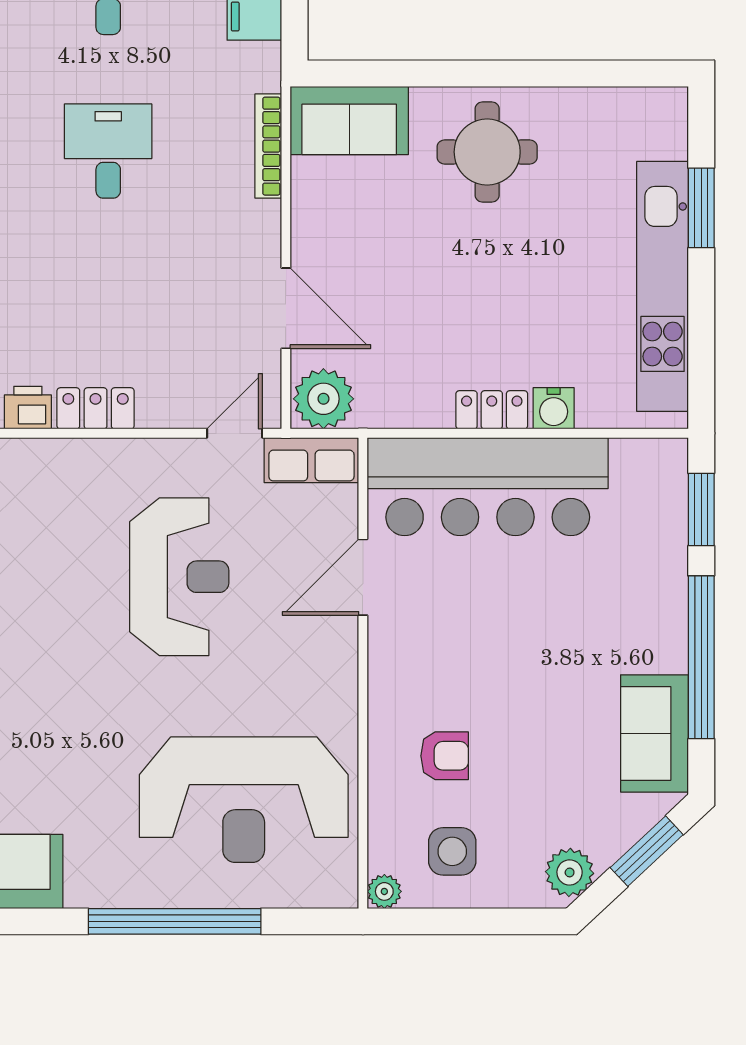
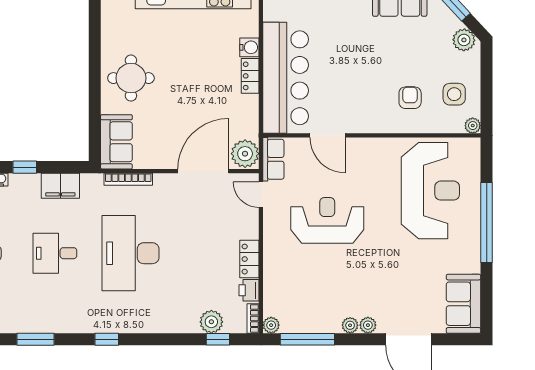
desk: (108, 151) -> (131, 253), width x1.87, depth x1.30
door: (286, 308) -> (203, 171), width x1.36

